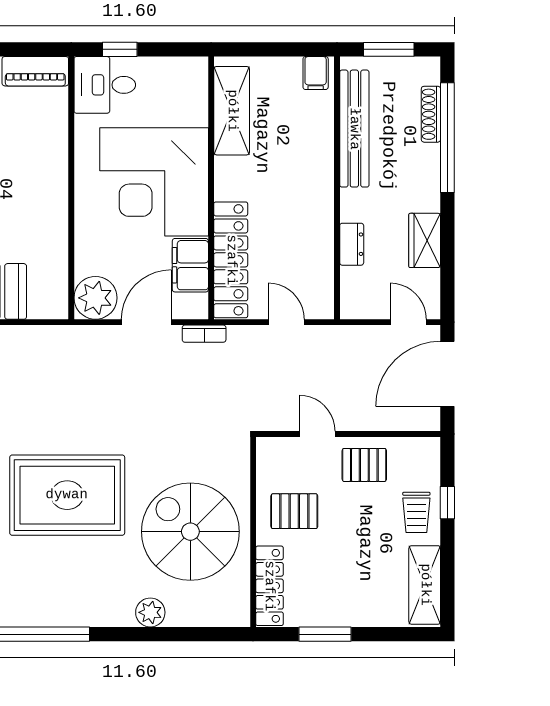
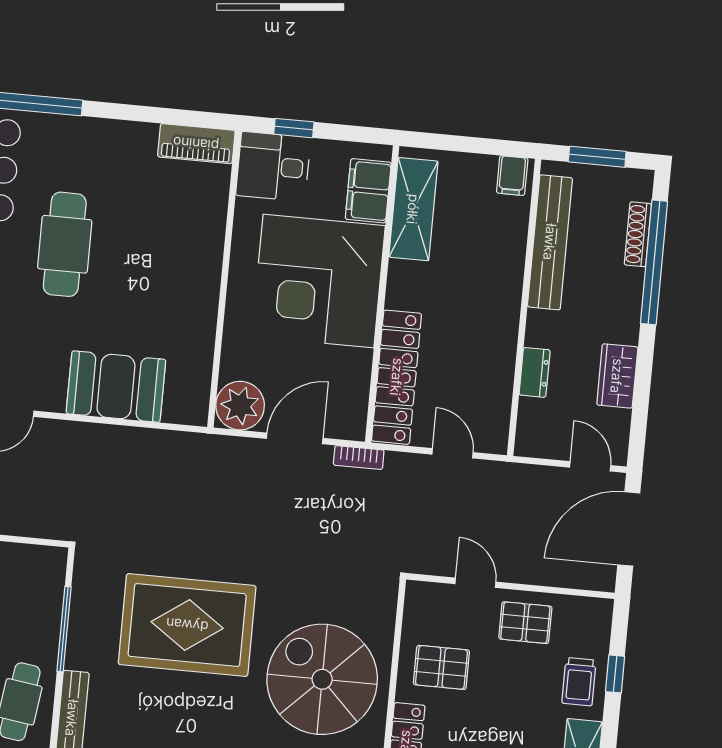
filing cabinet: (190, 265) -> (368, 191), moved

